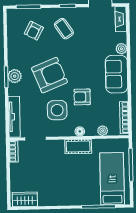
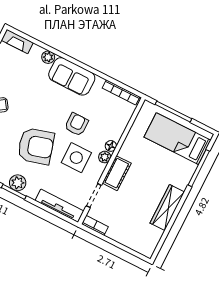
armchair: (49, 75) -> (36, 146), turned 96
armchair: (82, 97) -> (76, 124), turned 180
plant: (103, 131) -> (105, 157), moved
cot: (78, 146) -> (117, 173), moved
wardrobe: (25, 199) -> (167, 208), moved, width x1.50

